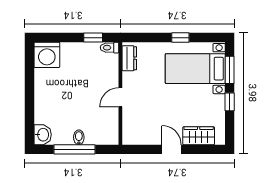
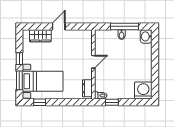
window: (180, 38) -> (40, 102), moved
door: (172, 149) -> (59, 26), swing flipped

